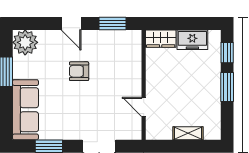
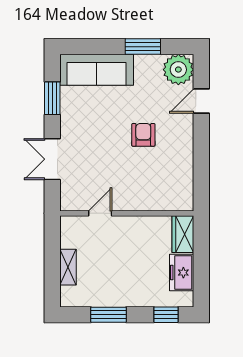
door: (71, 24) -> (201, 101), moved
window: (113, 24) -> (201, 176), removed
window: (227, 87) -> (108, 315), moved

